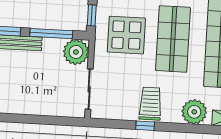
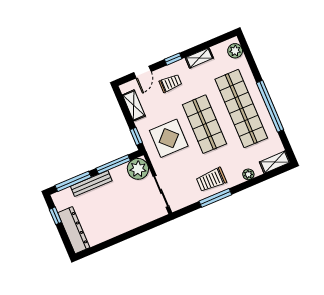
trolley: (150, 104) -> (211, 180), turned -90
plant: (194, 112) -> (248, 174), width x0.53, depth x0.53
window: (145, 126) -> (215, 198), width x2.17

